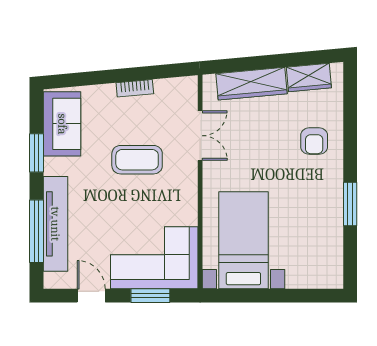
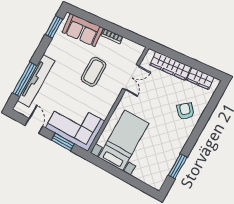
sofa: (62, 124) -> (83, 30), moved, turned 85
armchair: (314, 141) -> (185, 111), turned 139
window: (36, 153) -> (54, 27), moved
coffee table: (137, 160) -> (94, 72), turned 90
window: (350, 204) -> (178, 166), moved

